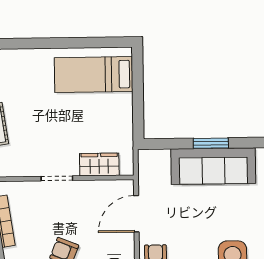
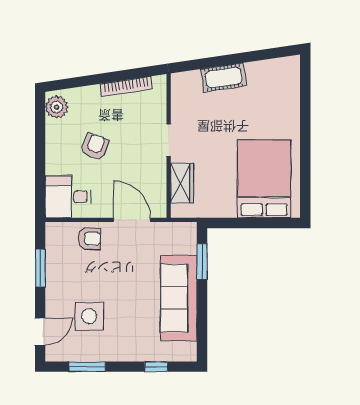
bed: (94, 75) -> (264, 179), width x1.50
window: (211, 143) -> (202, 262), moved

